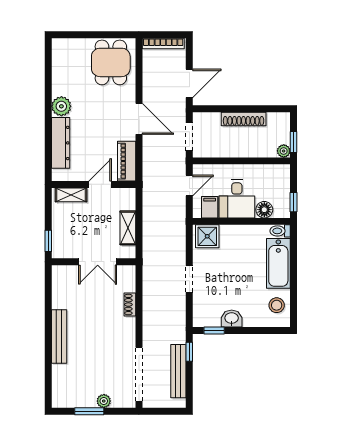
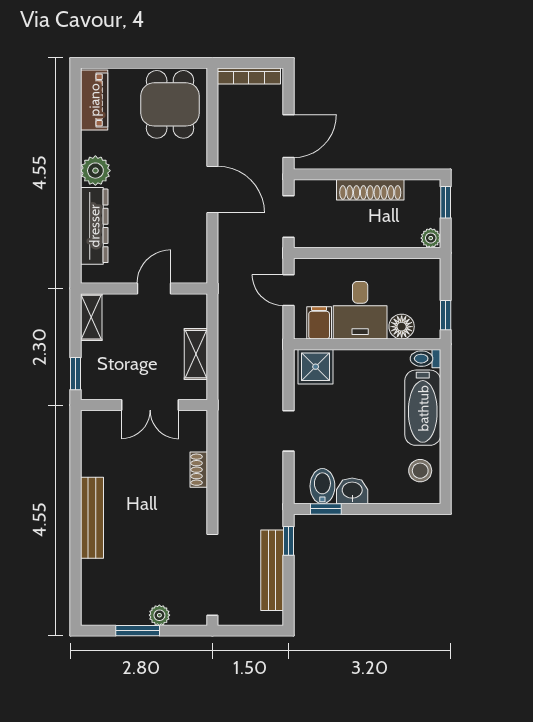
window: (293, 142) -> (446, 202), moved
piano: (127, 161) -> (94, 100), moved, turned 180
door: (189, 186) -> (288, 290), swing flipped
shelving: (71, 195) -> (91, 317), moved, turned 90
bidet: (212, 315) -> (322, 486), added

